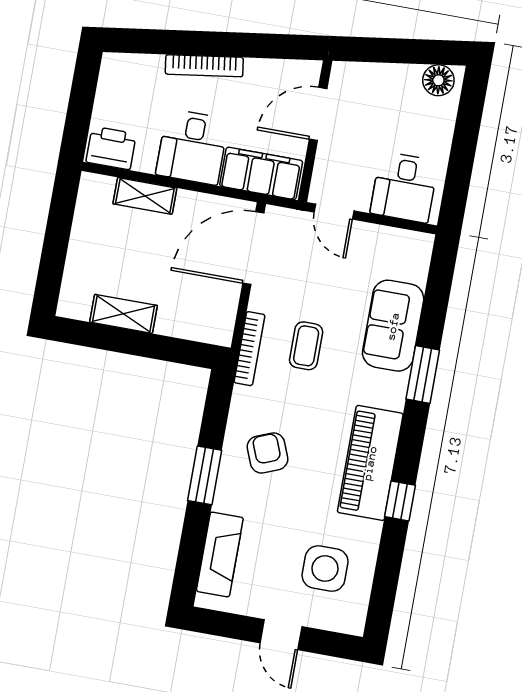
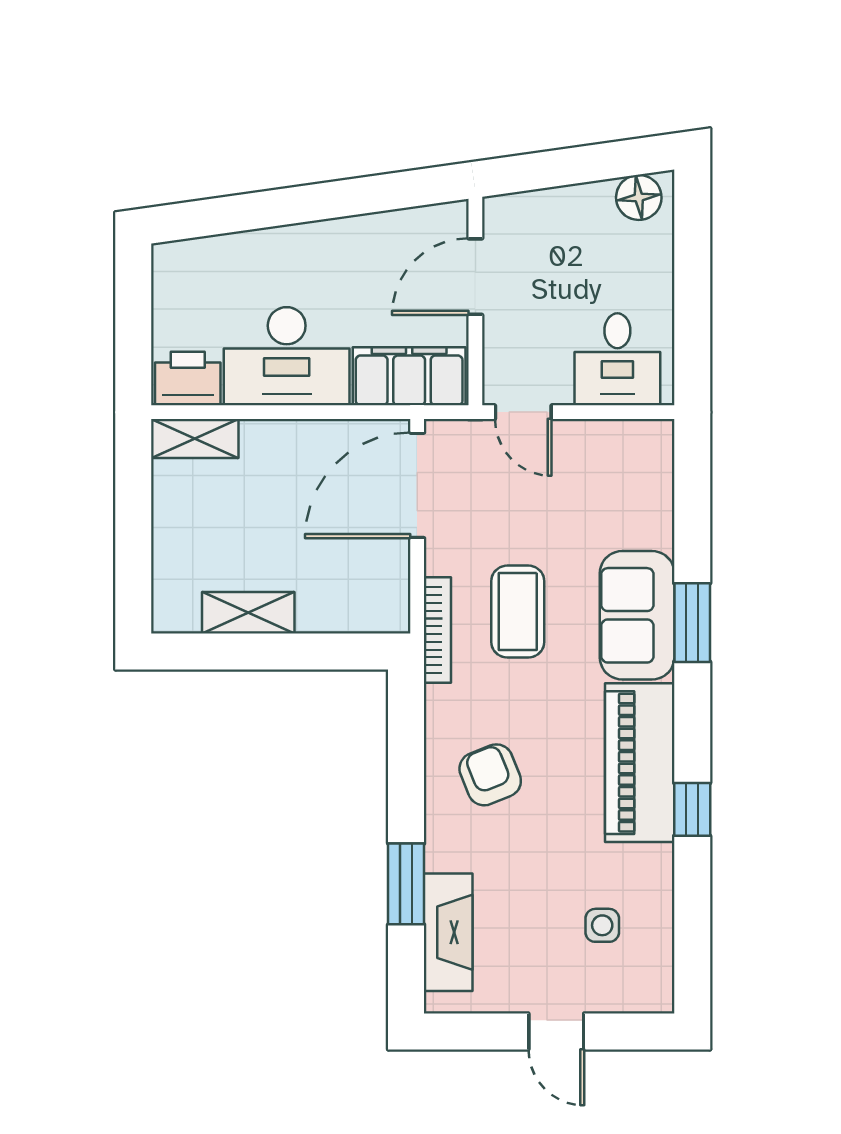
bookcase: (204, 66) -> (300, 237), removed
desk: (192, 147) -> (287, 356), width x1.37
shelving: (145, 196) -> (195, 439), moved
sofa: (393, 326) -> (637, 615), moved
coffee table: (306, 346) -> (518, 612), width x1.36, depth x1.30
window: (205, 475) -> (406, 884), moved
side table: (325, 569) -> (602, 925), width x0.54, depth x0.54

